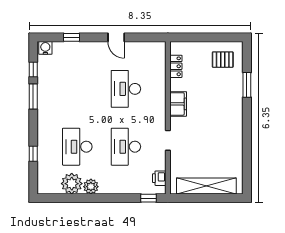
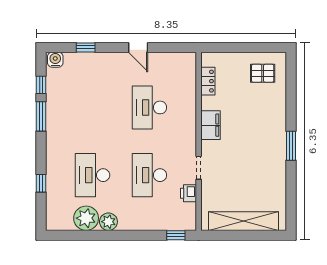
window: (247, 85) -> (291, 146), moved
printer: (159, 178) -> (188, 193), moved

